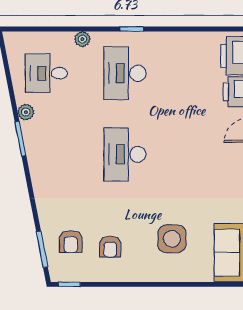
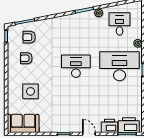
desk: (125, 73) -> (120, 66), width x1.36, depth x1.30

